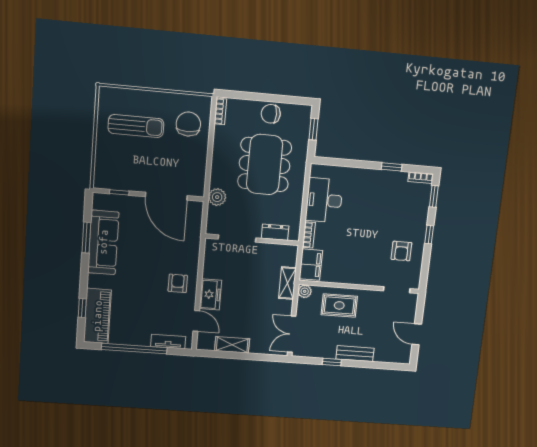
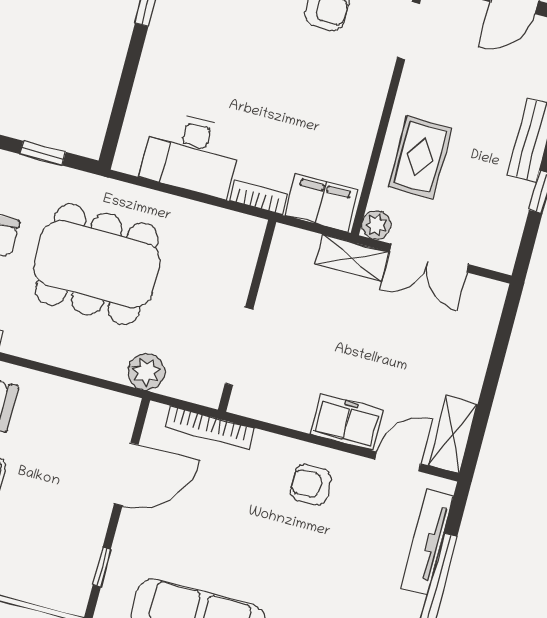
door: (166, 196) -> (126, 474), width x0.73
bookcase: (196, 232) -> (210, 428), added
dresser: (275, 232) -> (240, 266), removed
double door: (292, 334) -> (429, 258), moved
tv unit: (168, 341) -> (427, 542), width x1.41
shelving: (232, 345) -> (453, 435), moved

